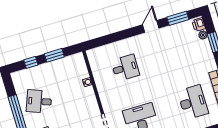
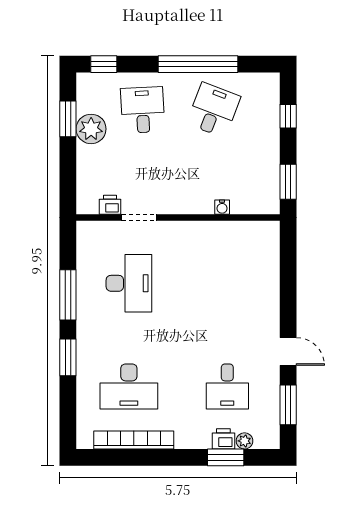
printer: (199, 25) -> (223, 439), moved
window: (54, 55) -> (288, 182), moved
desk: (125, 68) -> (227, 386), moved

